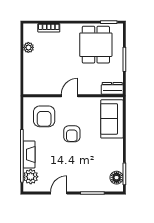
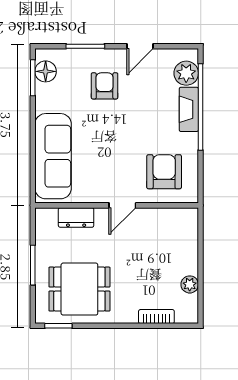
dining table: (96, 45) -> (79, 289), turned 90
dresser: (112, 88) -> (76, 217), moved
sofa: (112, 119) -> (53, 156), width x1.36
armchair: (72, 134) -> (105, 86), moved

